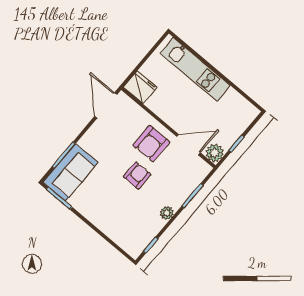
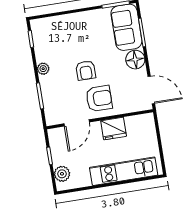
fridge: (140, 87) -> (114, 129), moved
floor lamp: (92, 141) -> (135, 60), added
armchair: (151, 144) -> (99, 99), turned 90
plant: (215, 153) -> (62, 174), moved

